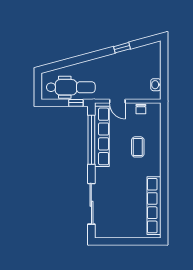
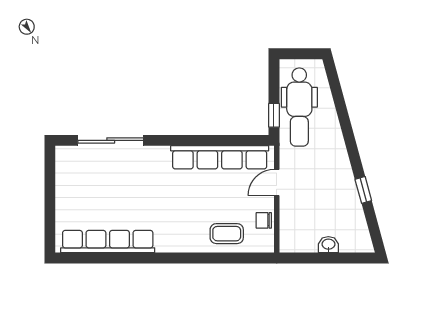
washbasin: (156, 85) -> (328, 245), moved
window: (91, 140) -> (214, 140), removed
coffee table: (138, 147) -> (227, 234), moved

